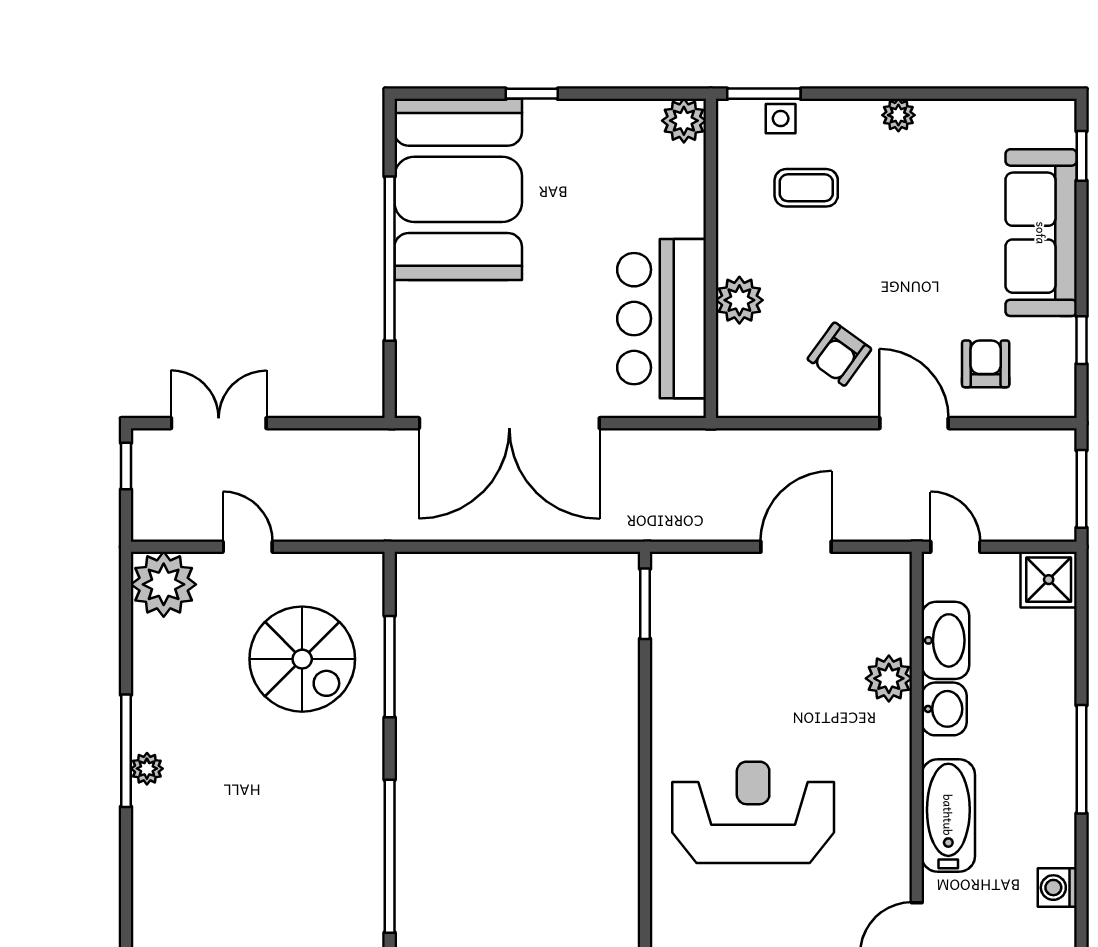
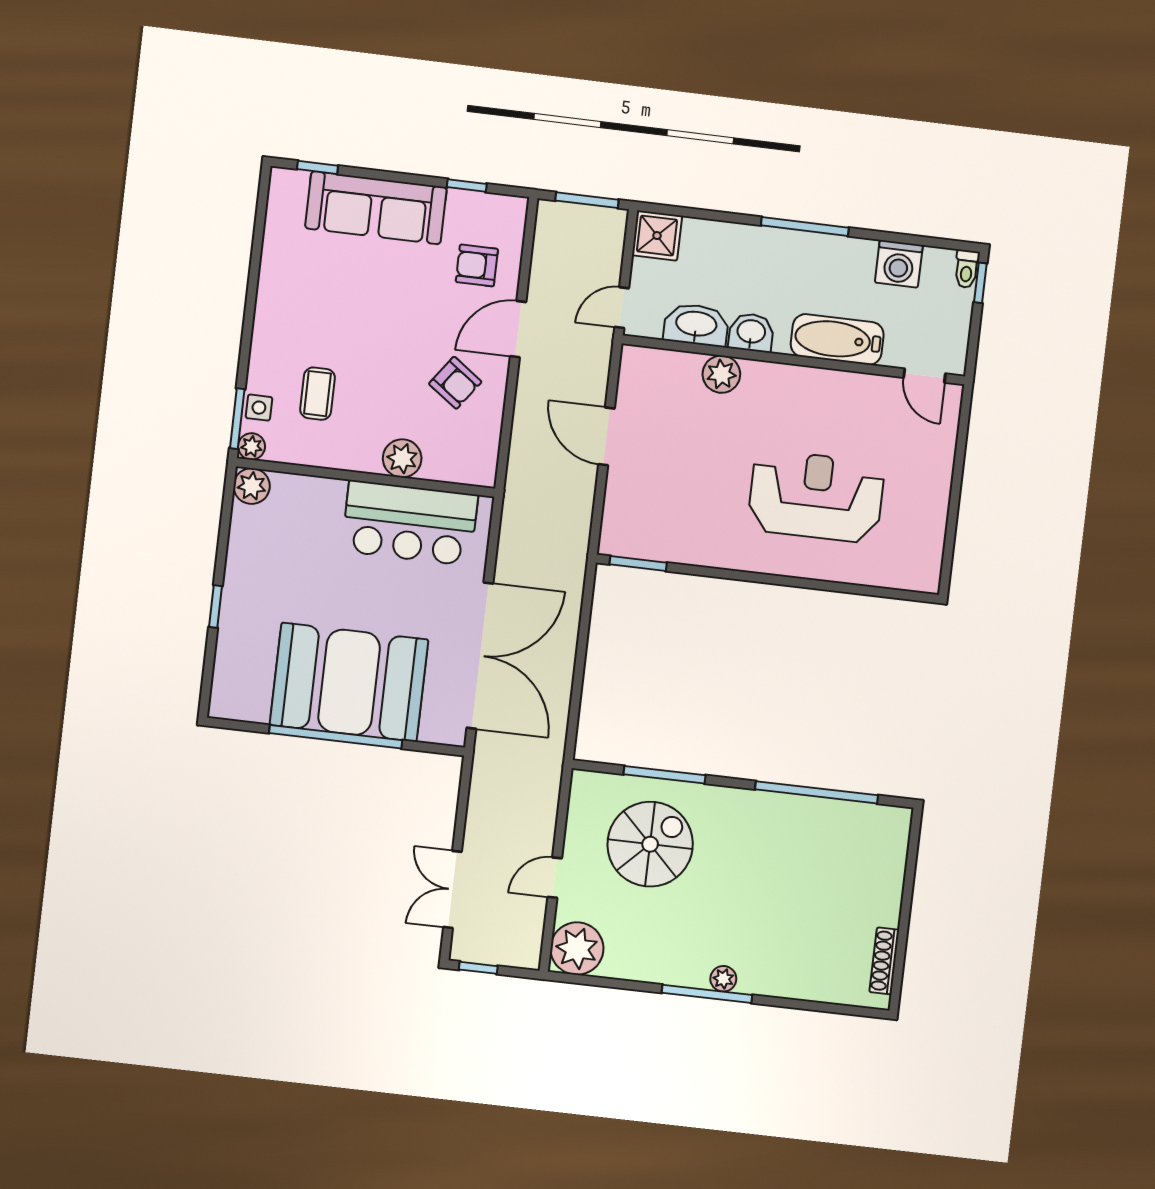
plant: (898, 115) -> (252, 446), moved
booth: (458, 189) -> (349, 682), moved
reception desk: (753, 812) -> (816, 496), turned 90
washing machine: (1057, 888) -> (899, 264), width x1.38, depth x1.38

